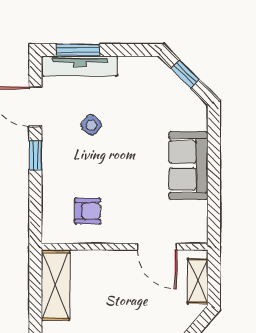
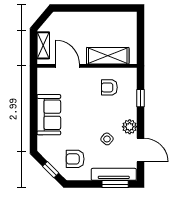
armchair: (144, 92) -> (75, 159), added
plant: (54, 145) -> (130, 127), added
window: (35, 155) -> (141, 98), moved
shelving: (55, 285) -> (108, 56), moved, turned 90

